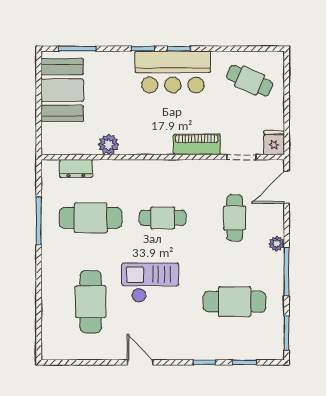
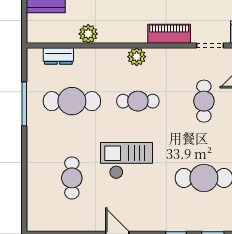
plant: (161, 169) -> (137, 57), added
cafe table: (91, 302) -> (72, 178), width x0.73, depth x0.74

